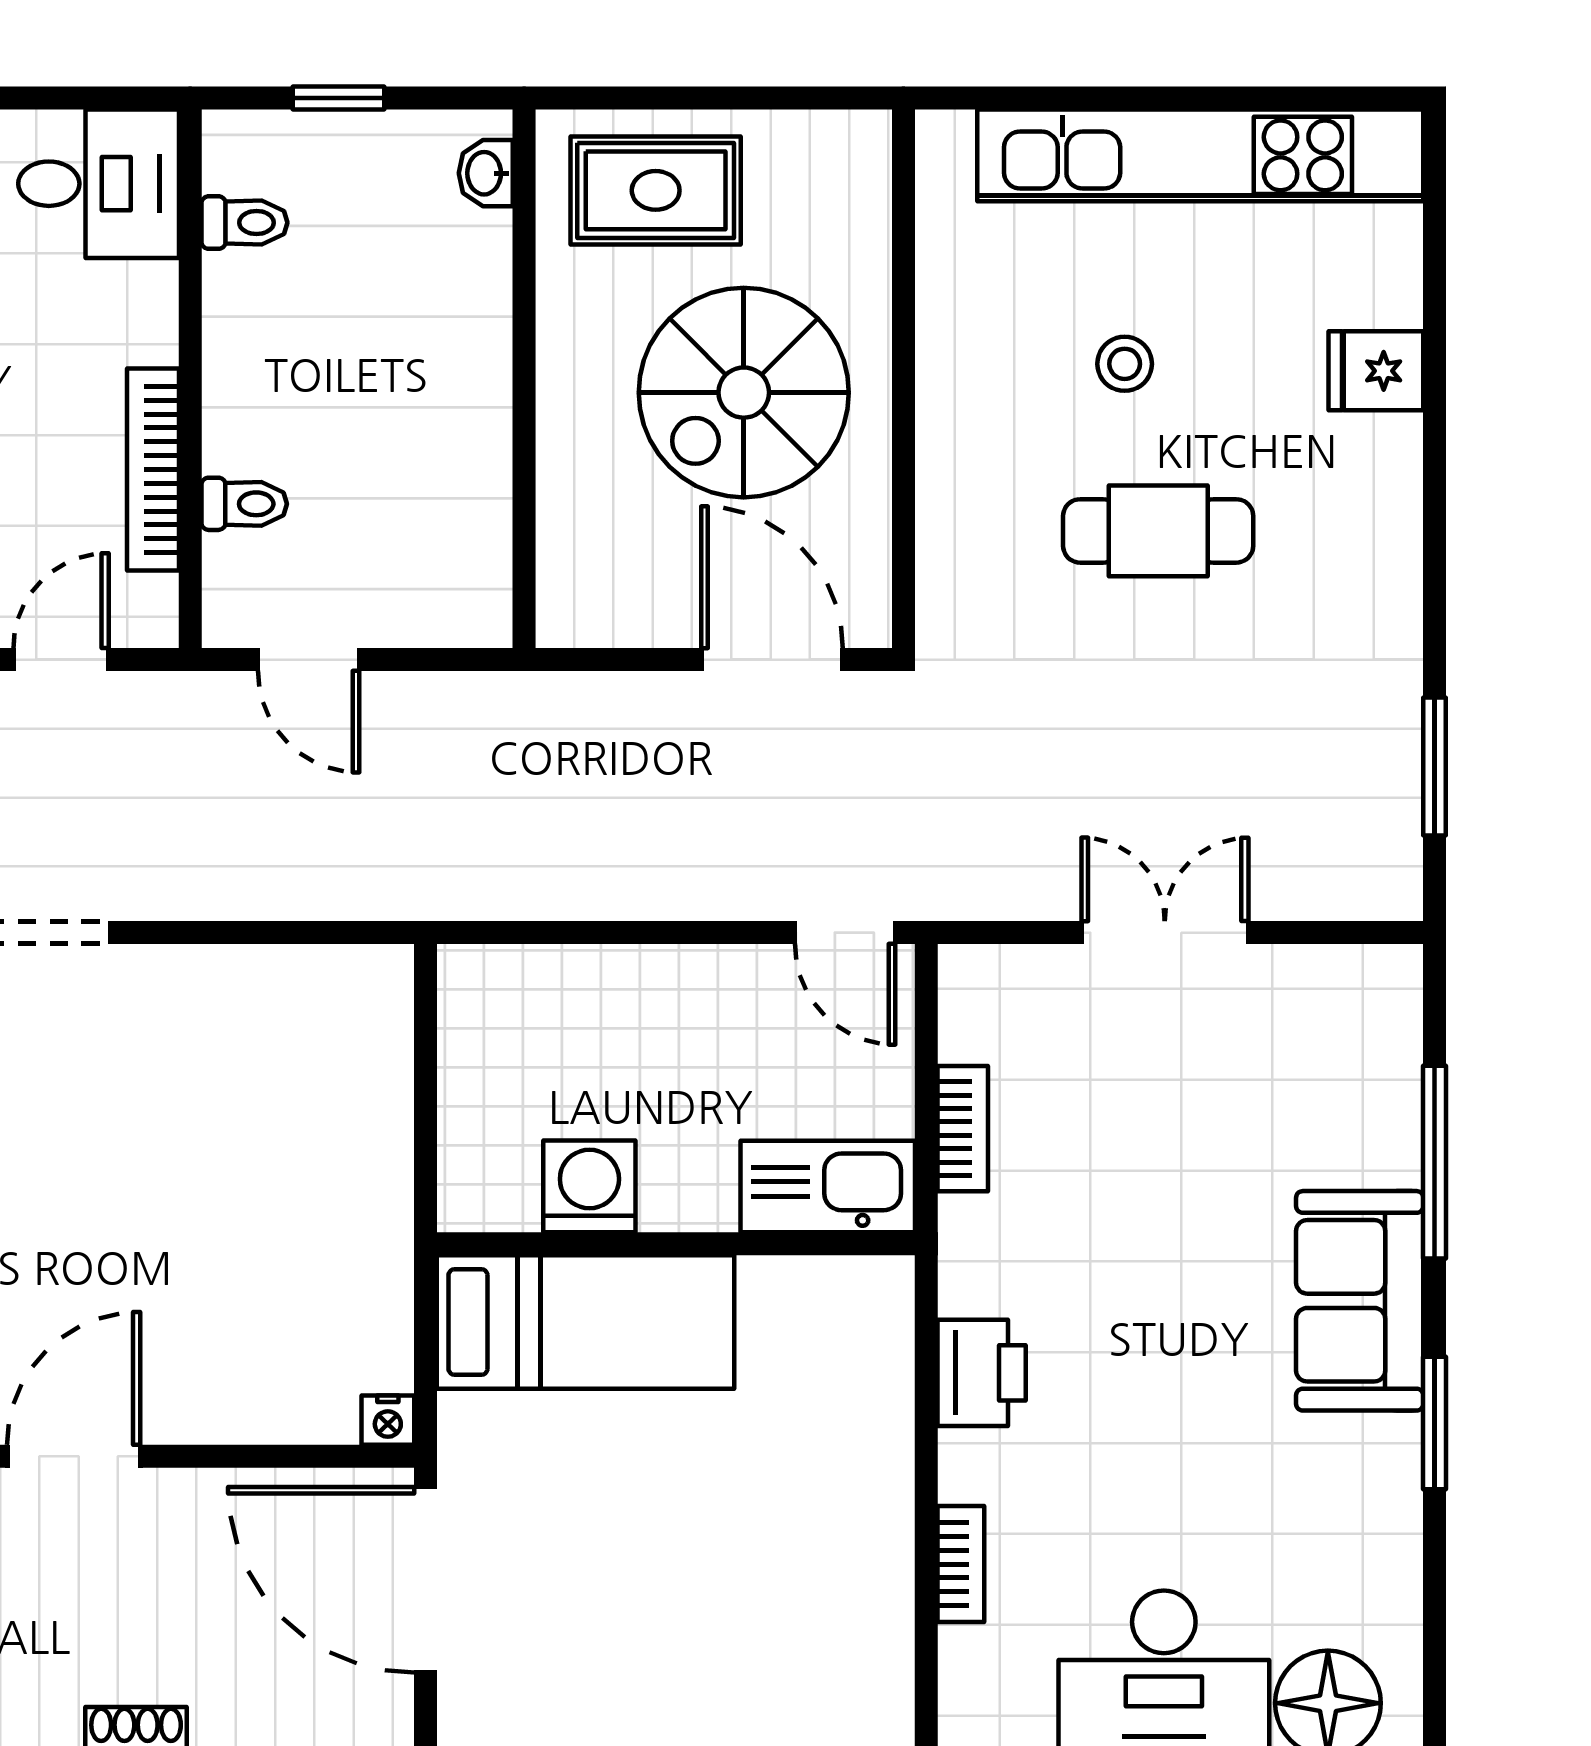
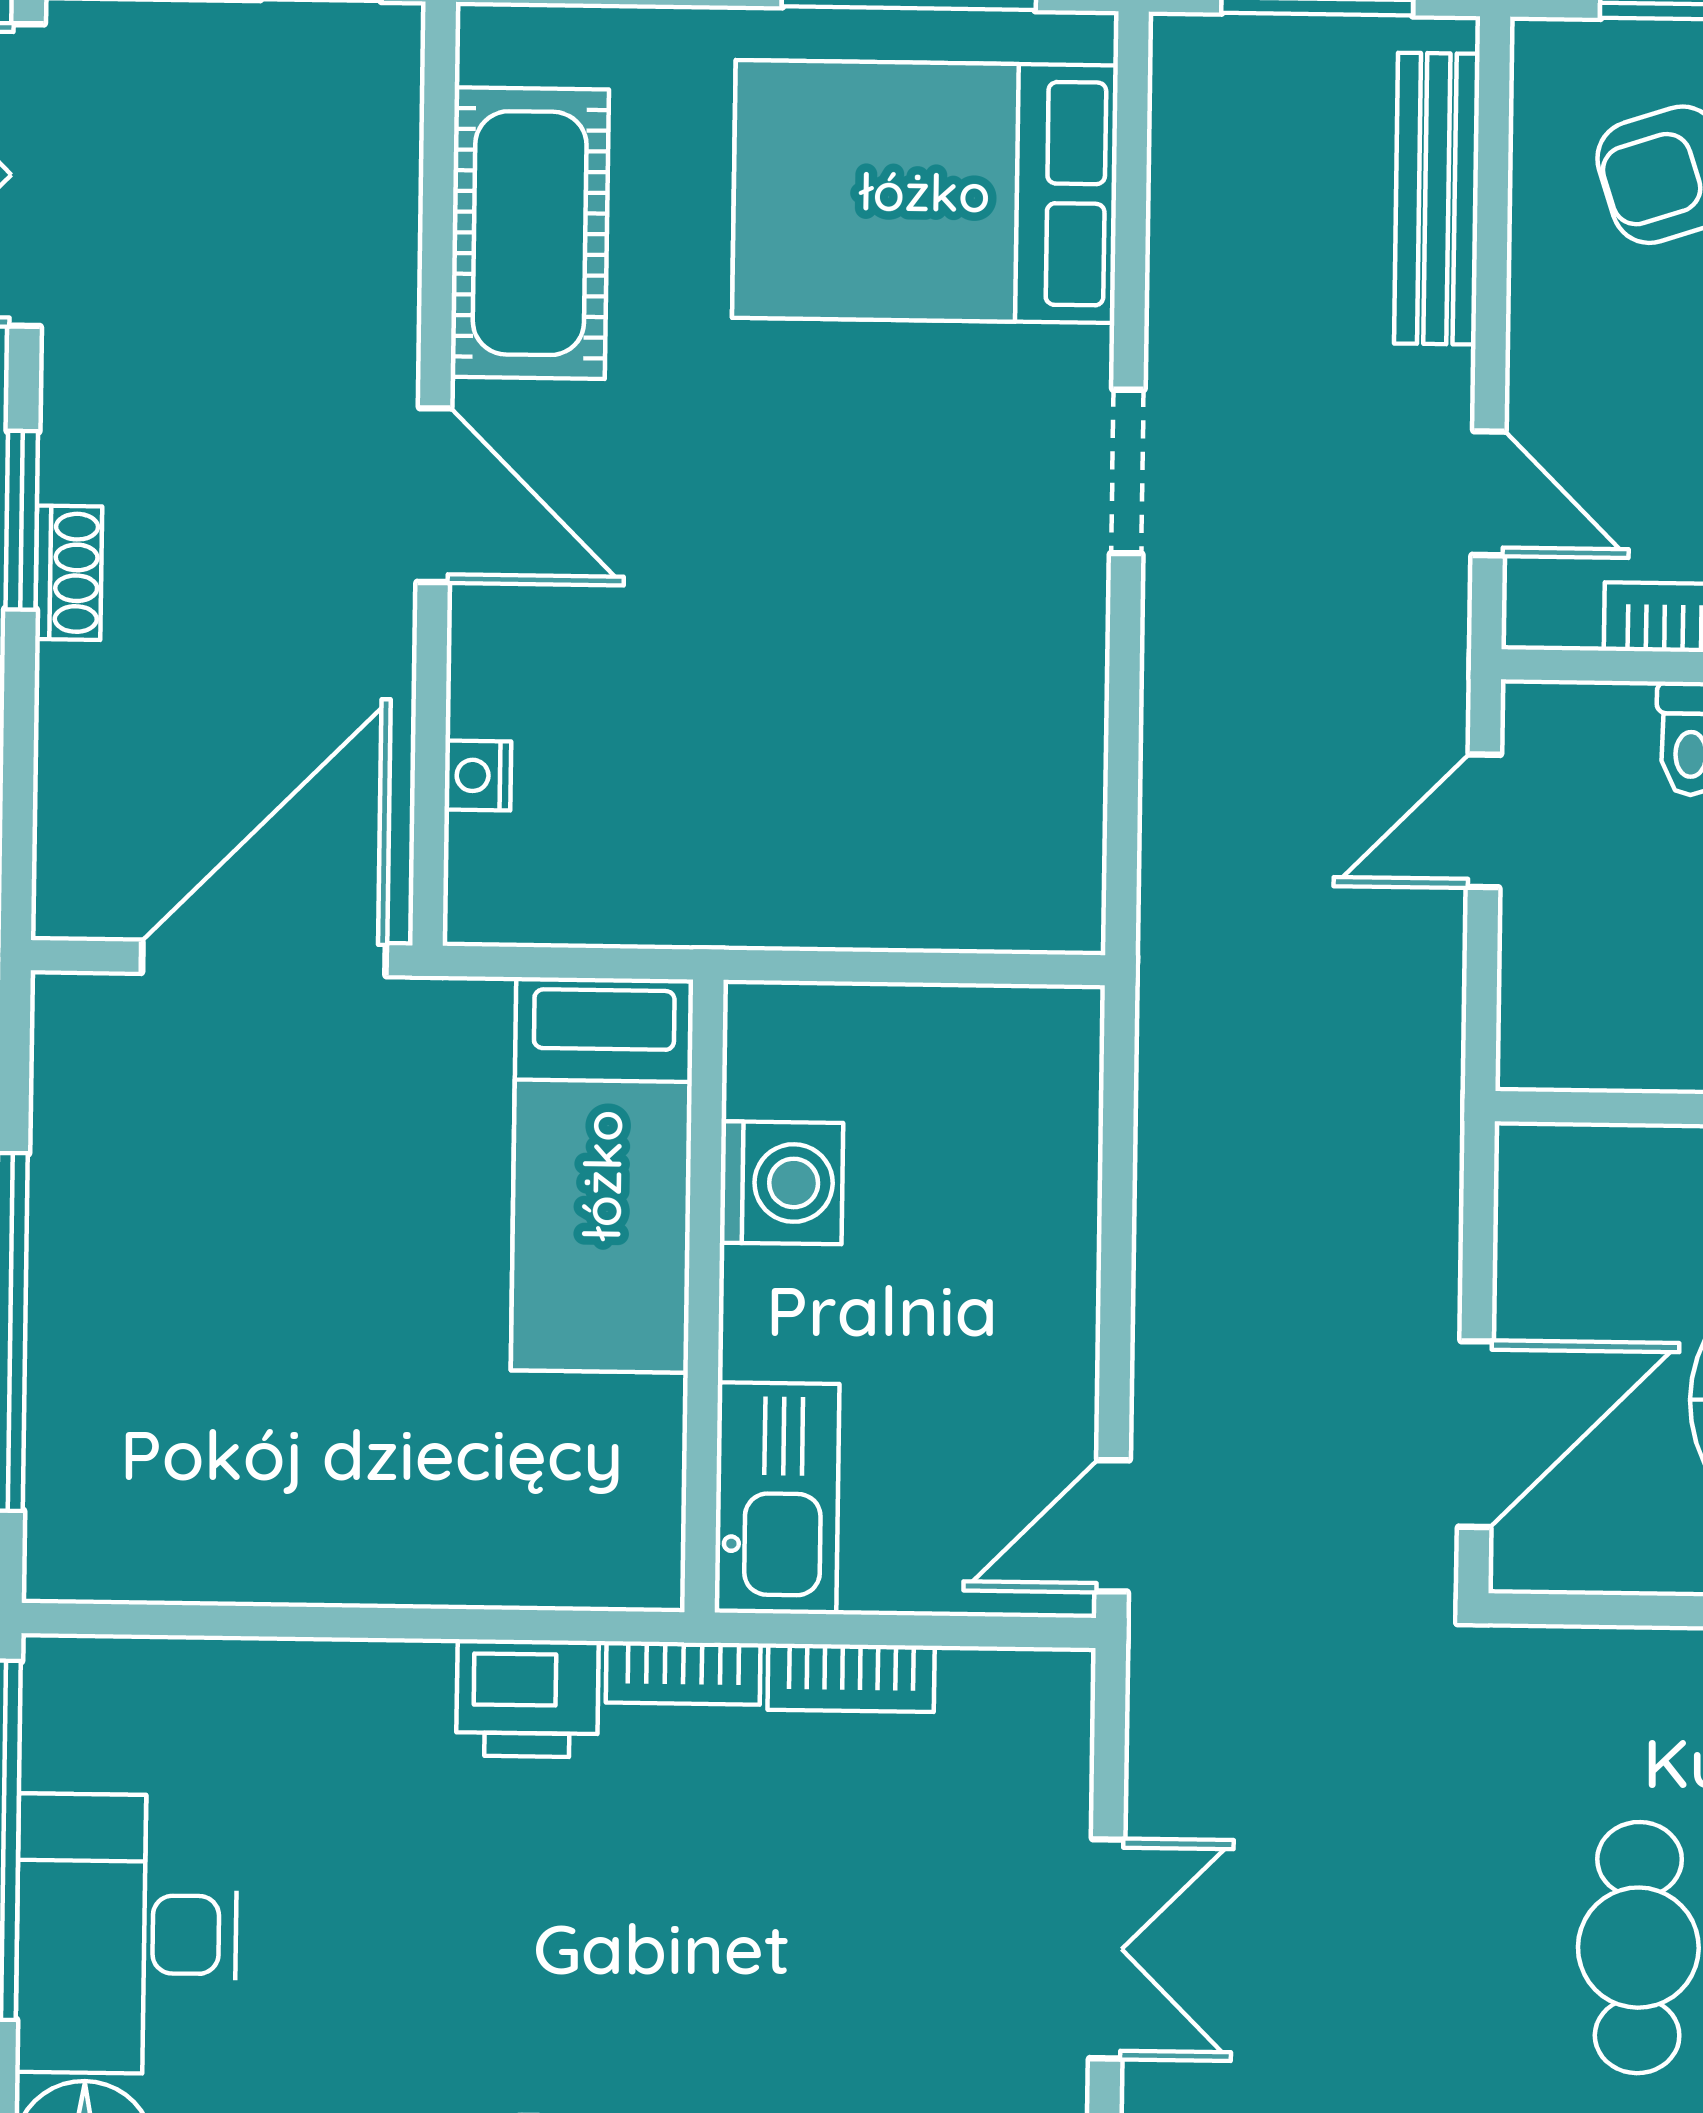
nightstand: (388, 1420) -> (478, 776), moved
bookcase: (961, 1564) -> (683, 1673), moved

